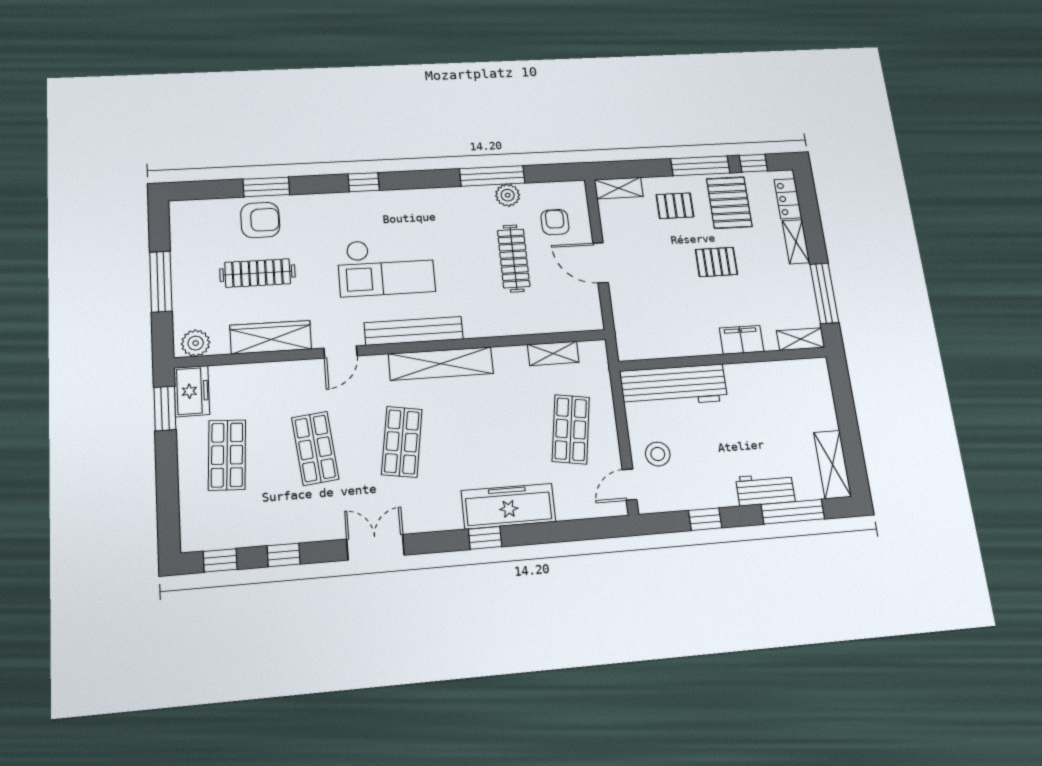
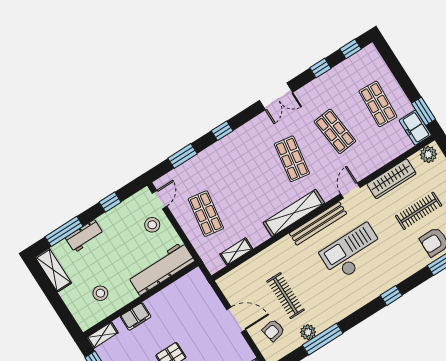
armchair: (555, 222) -> (273, 330), turned 79
stool: (778, 397) -> (100, 293), added
freezer: (508, 506) -> (218, 154), removed
window: (564, 531) -> (183, 156), added

